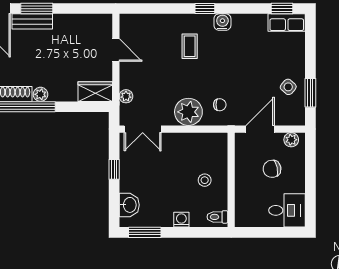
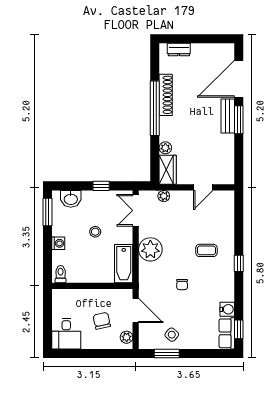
water cooler: (222, 22) -> (227, 309), moved
plant: (40, 94) -> (165, 148), moved
chair: (220, 105) -> (182, 285), moved
bathtub: (205, 143) -> (124, 264), added
stool: (205, 180) -> (95, 232), moved

